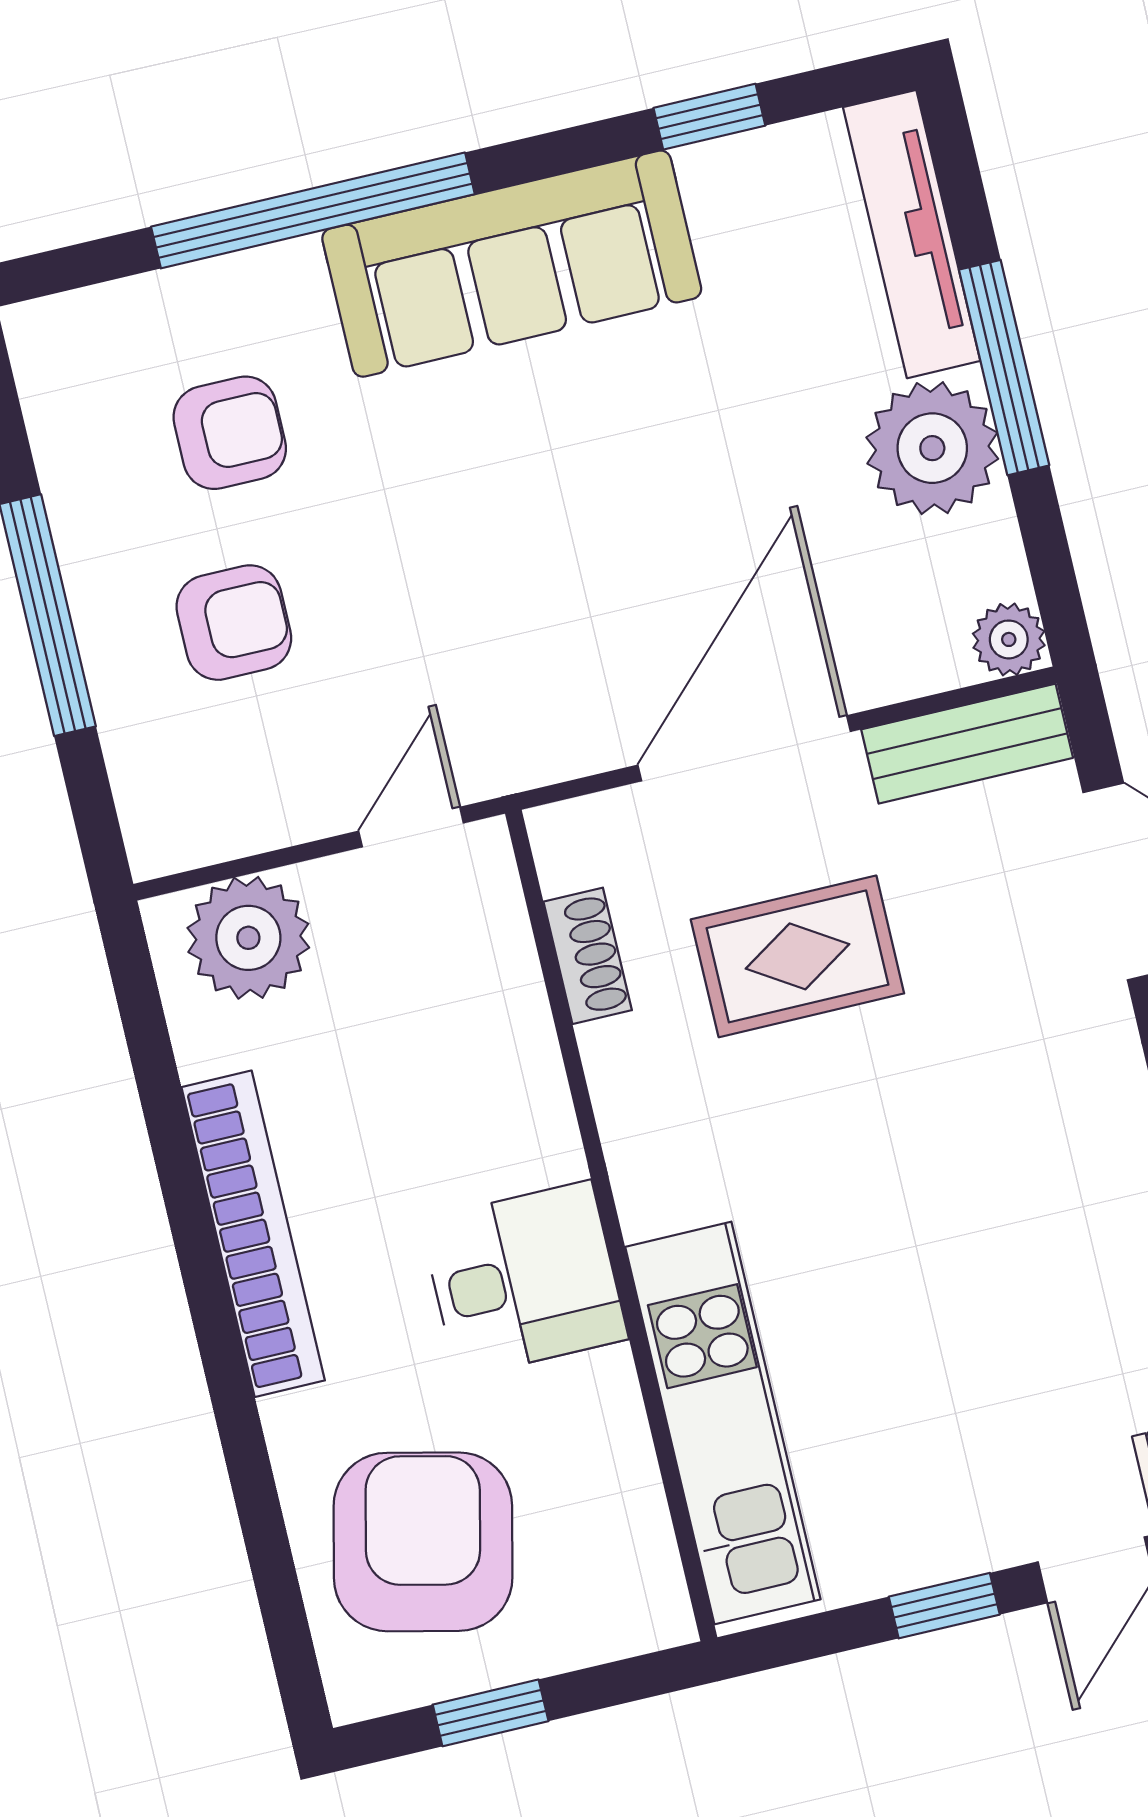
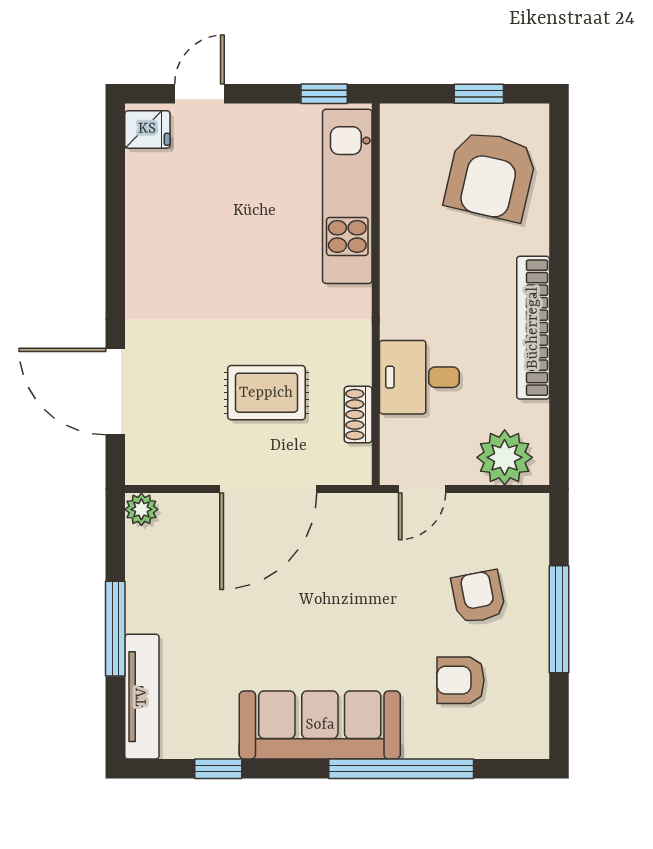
plant: (932, 448) -> (155, 601), removed
armchair: (234, 623) -> (478, 597), turned 79
bench: (967, 744) -> (170, 468), removed
desk: (524, 1279) -> (419, 377), moved
window: (944, 1606) -> (324, 94), moved

